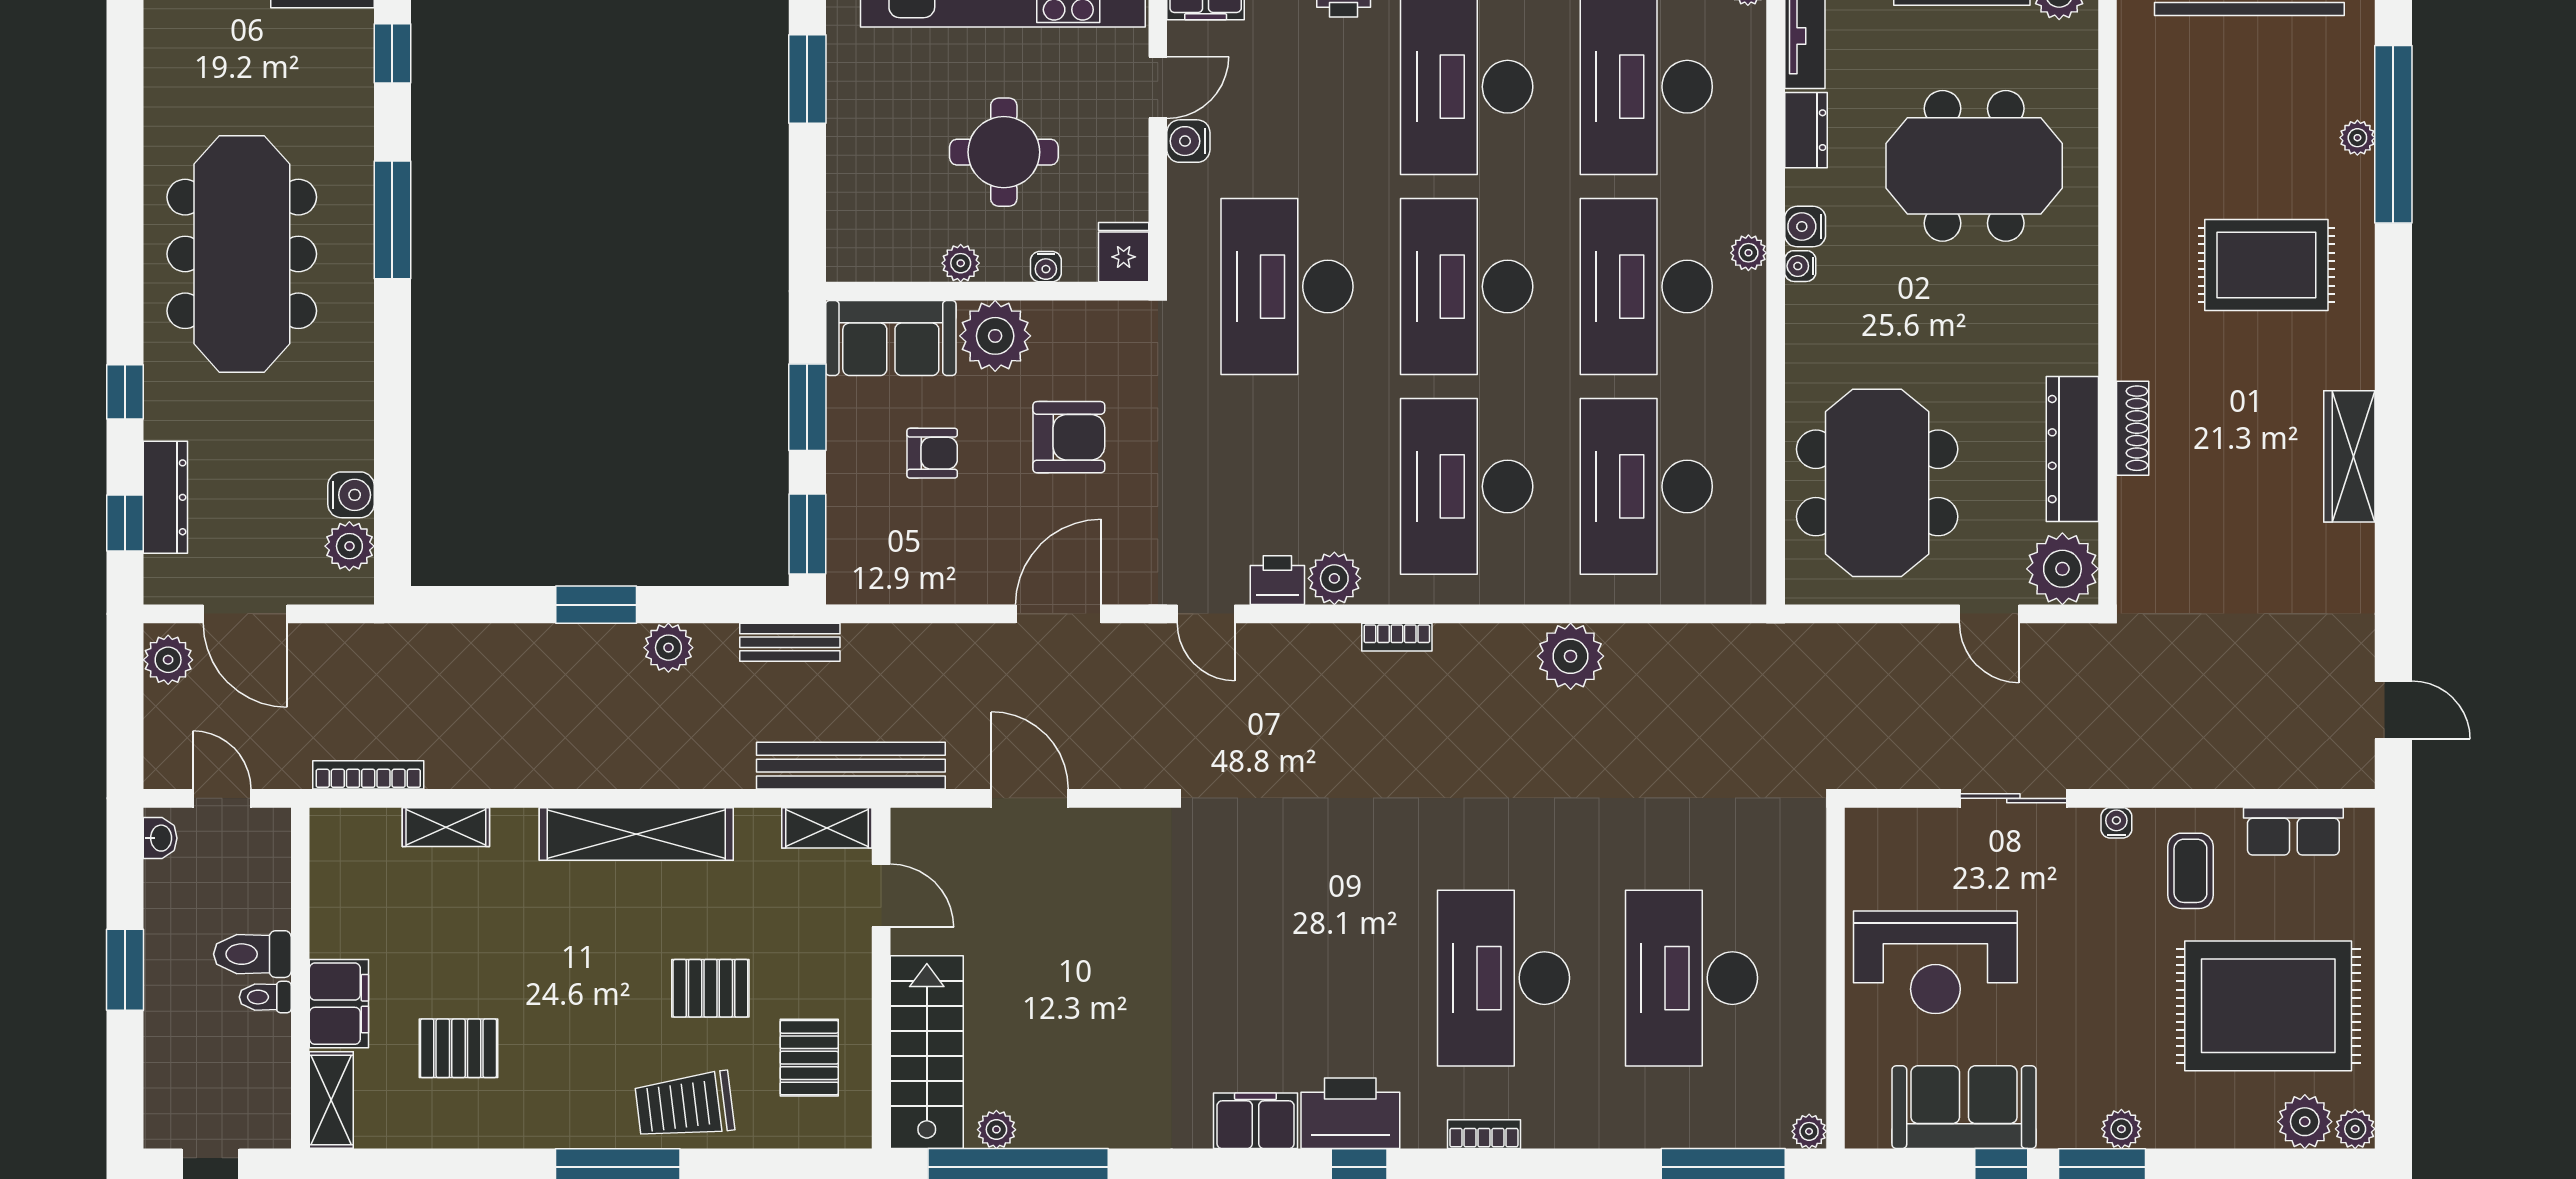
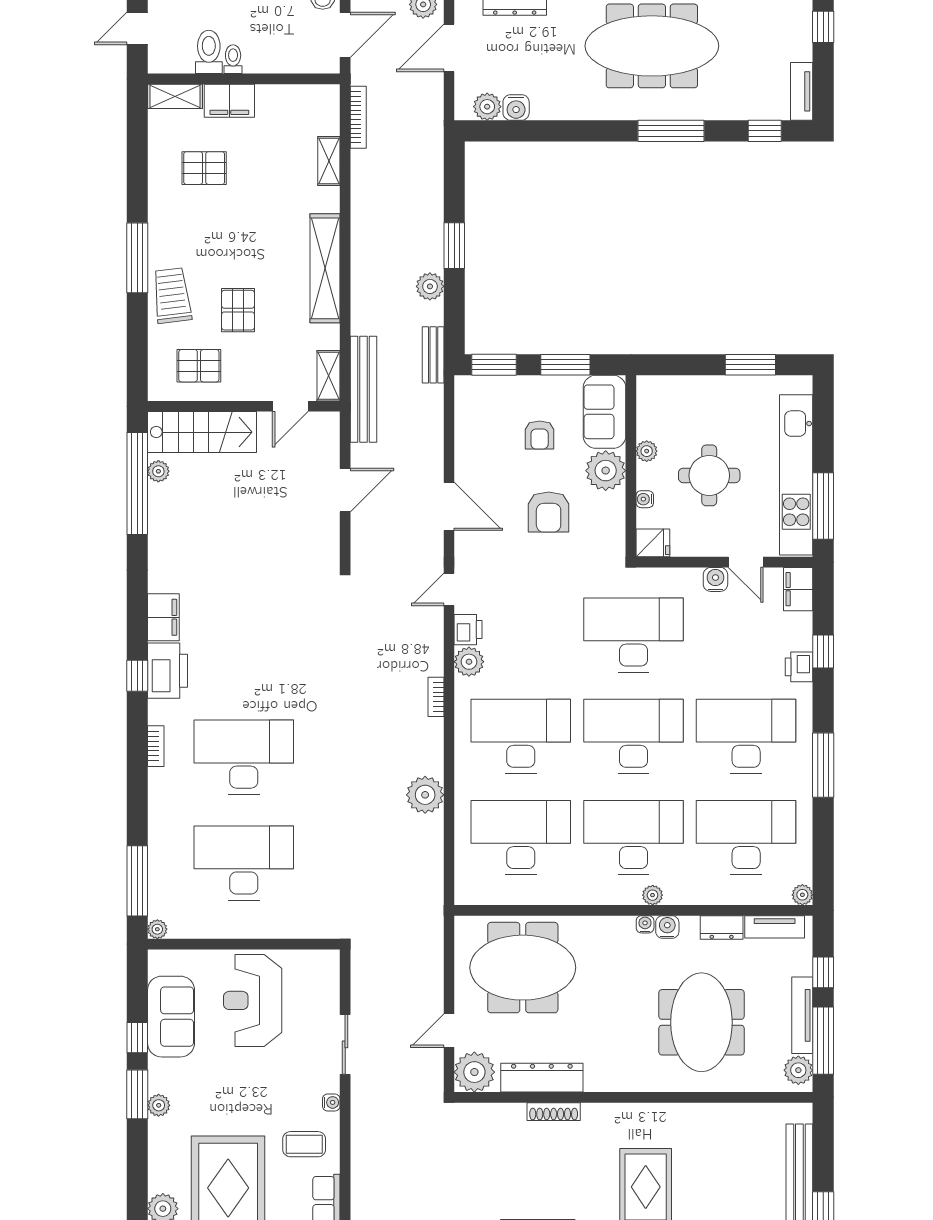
door: (222, 798) -> (345, 35), width x1.38
toilet: (252, 954) -> (209, 52), moved
pallet: (458, 1048) -> (204, 168), turned 90

